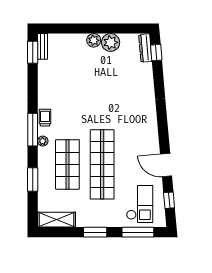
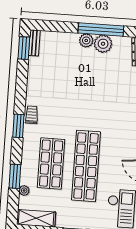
window: (107, 28) -> (101, 29), added
window: (33, 130) -> (18, 126), width x0.69
plant: (43, 141) -> (24, 191), moved

